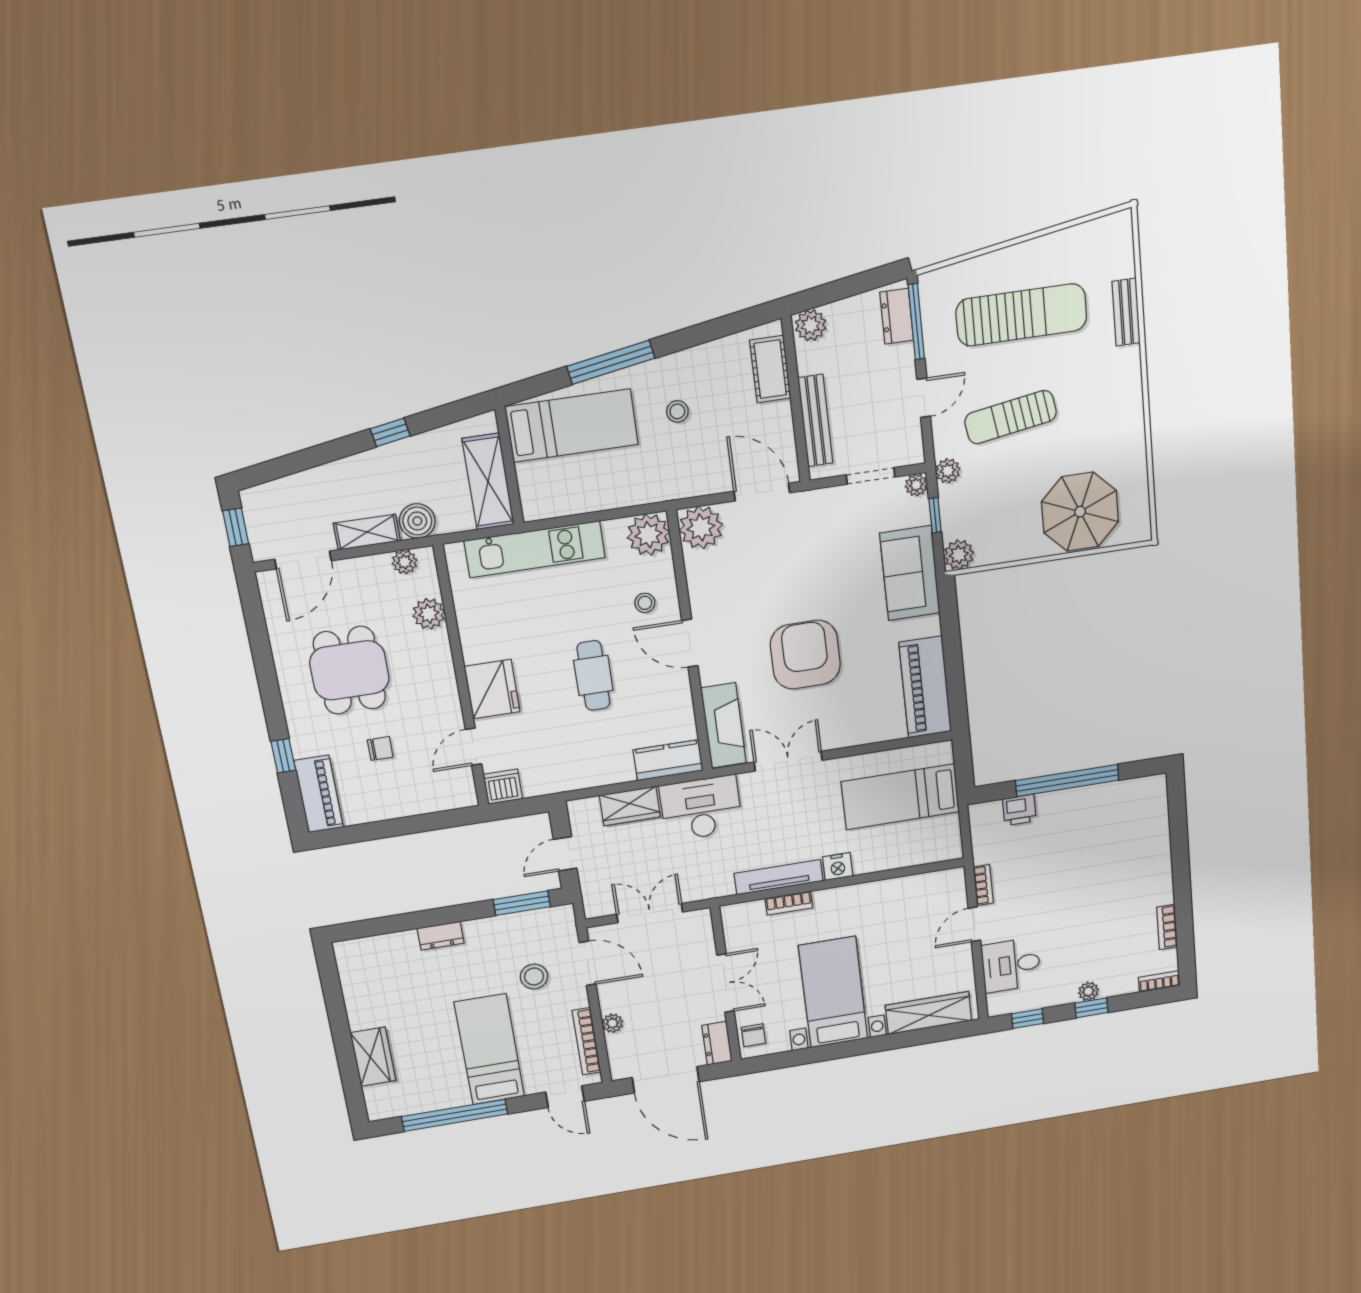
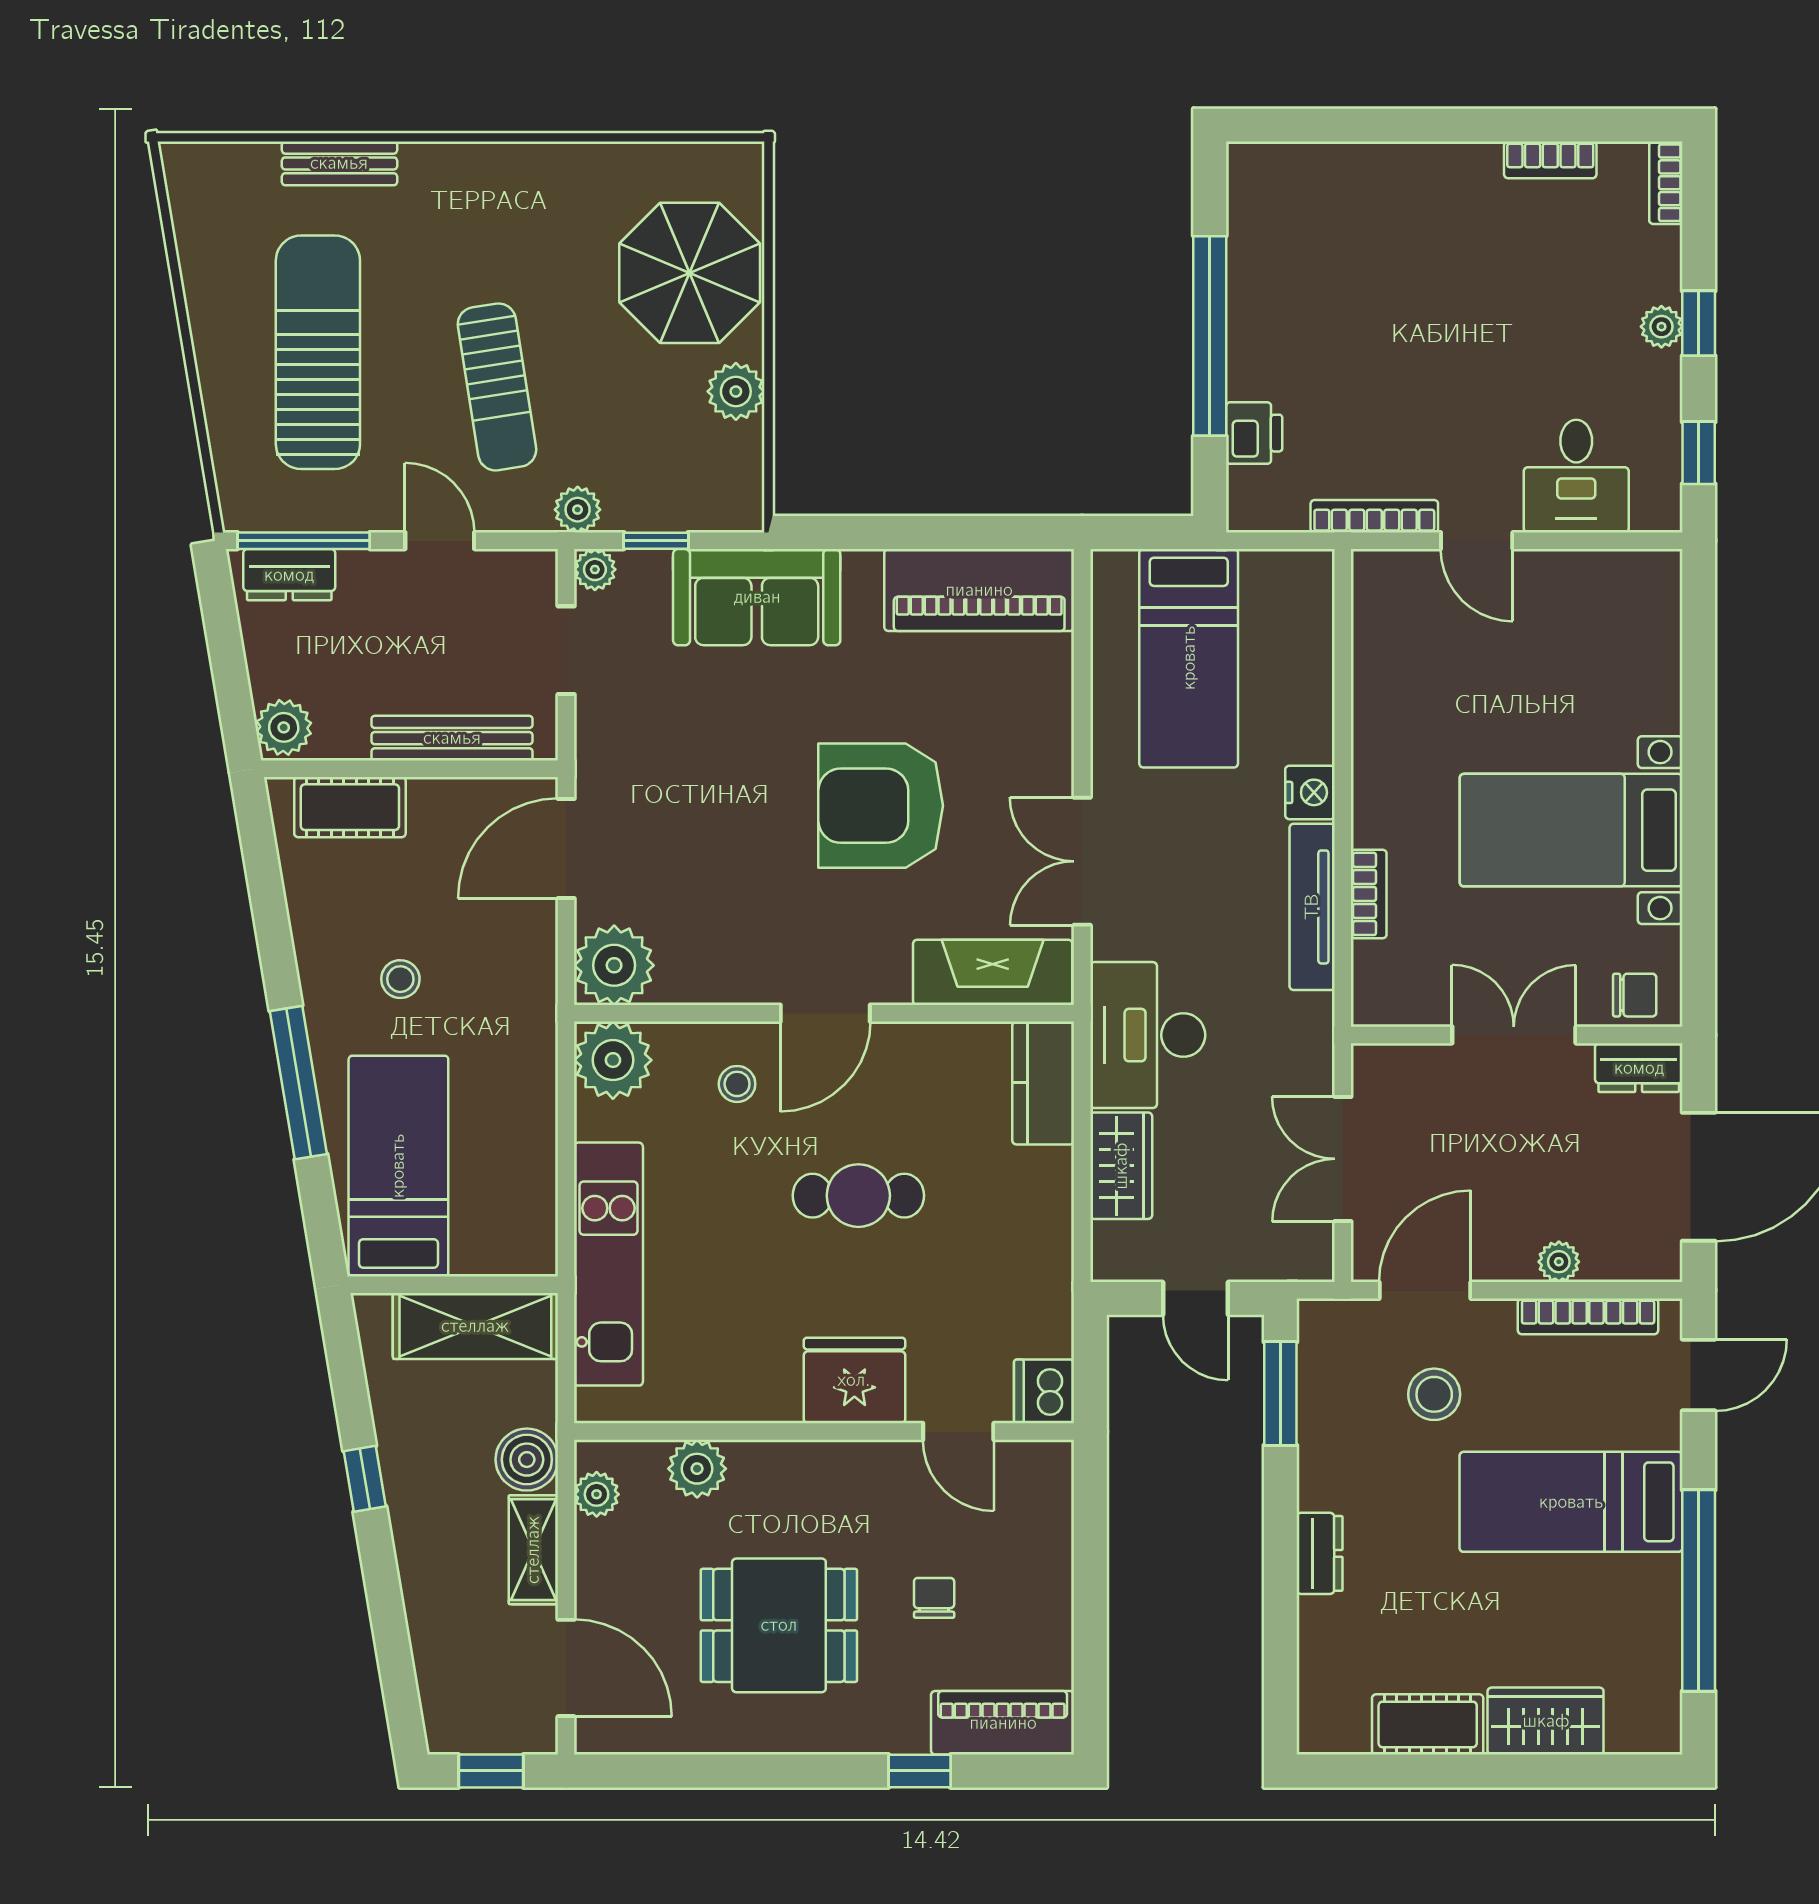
plant: (959, 555) -> (736, 391), moved
bookcase: (983, 885) -> (1374, 516), width x1.56
cot: (360, 1002) -> (1428, 1724), added
wardrobe: (929, 1013) -> (1650, 648), removed

